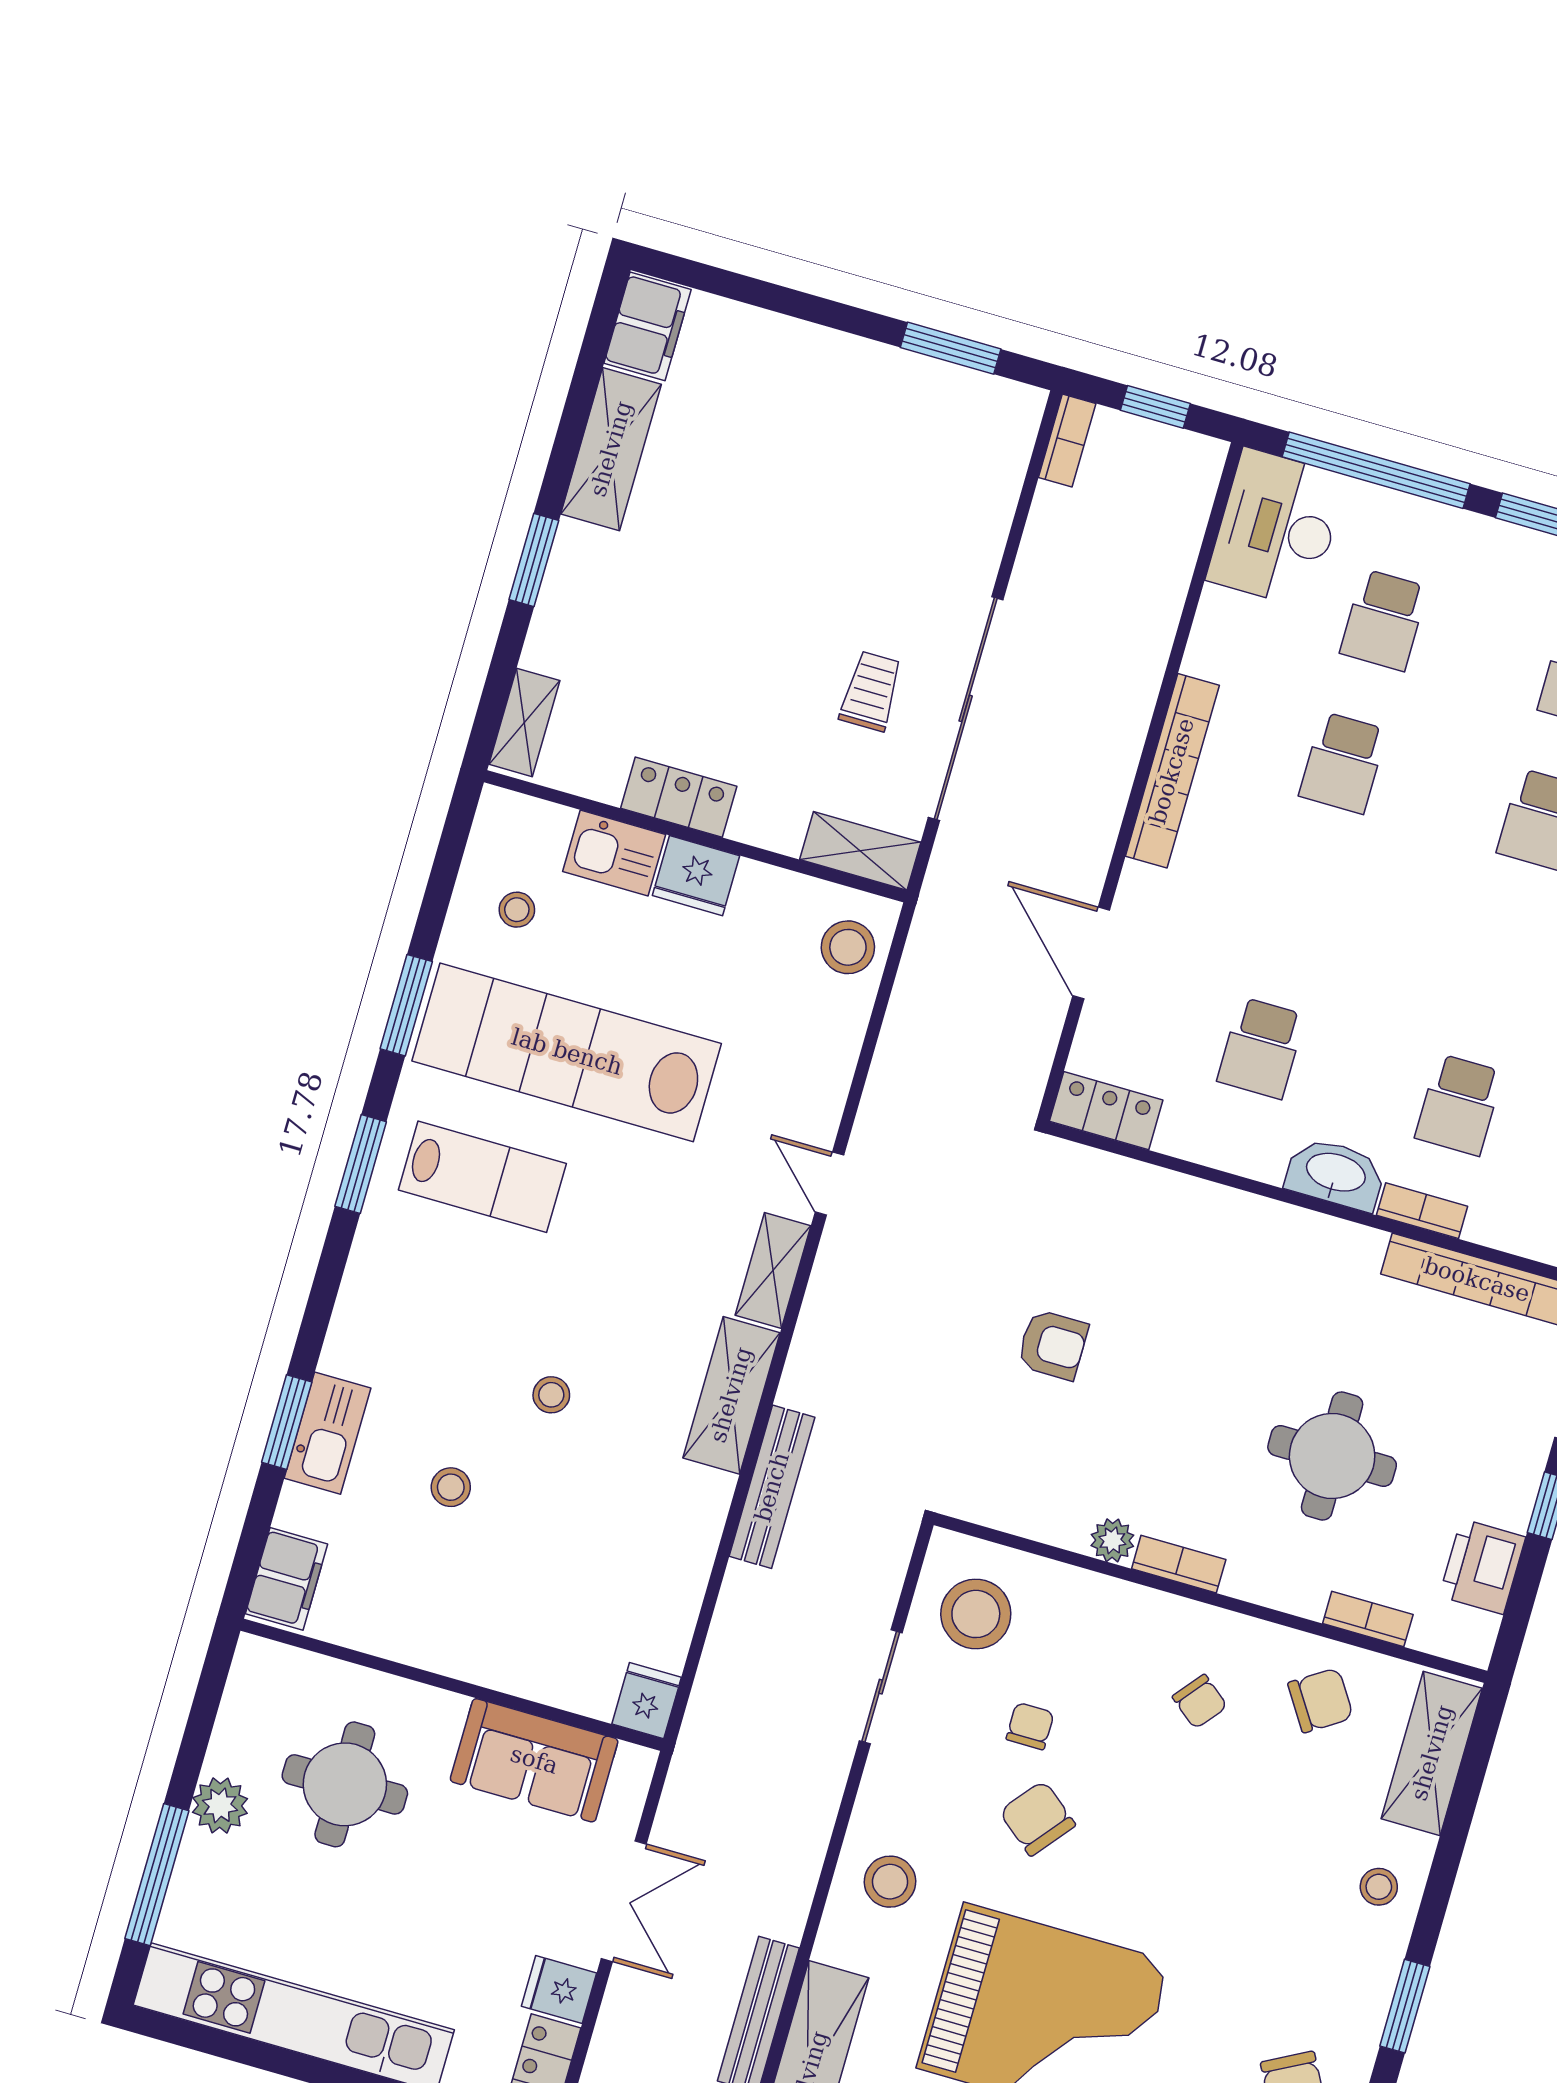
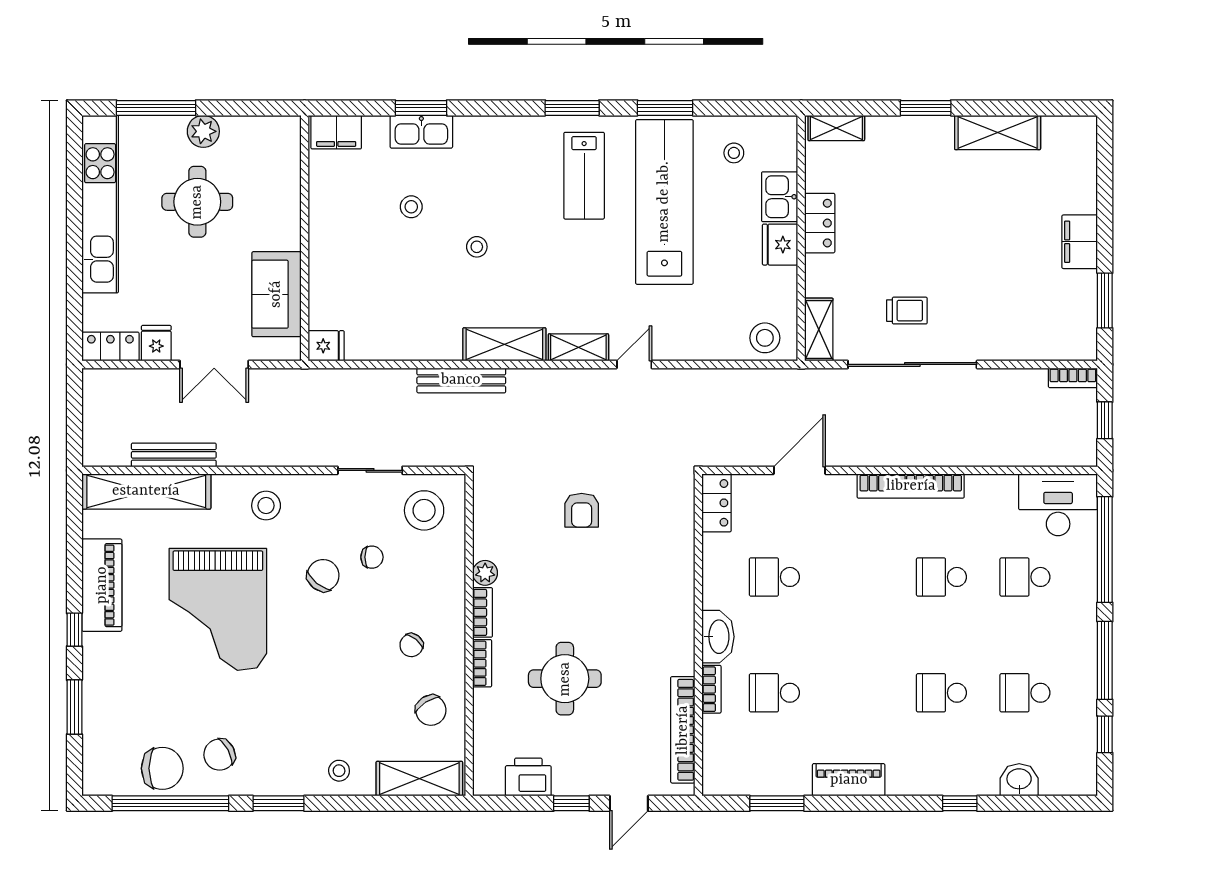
filing cabinet: (647, 326) -> (1080, 242), moved, turned 90
bookcase: (1368, 1619) -> (482, 663), moved
round table: (345, 1784) -> (197, 202), moved

